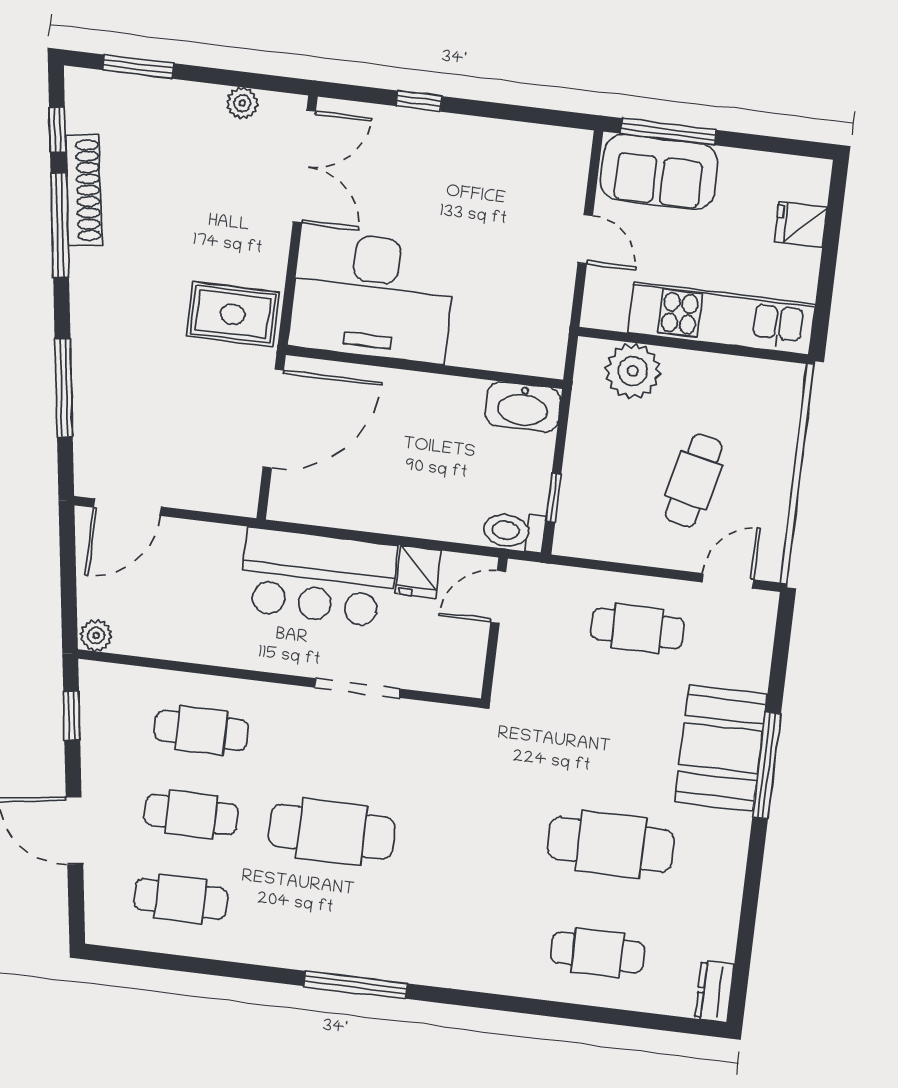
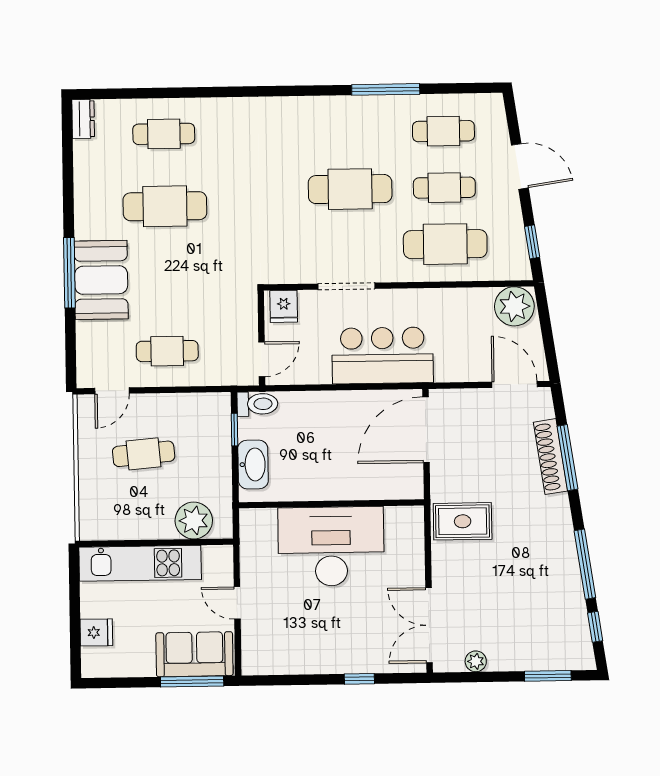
shoe rack: (84, 190) -> (550, 457), moved
desk: (373, 297) -> (331, 546), moved
washbasin: (523, 407) -> (253, 464), moved, turned 90
door: (273, 419) -> (426, 430), moved
cafe table: (694, 481) -> (144, 454), turned 72
door: (127, 507) -> (515, 384), hinge flipped
fridge: (418, 572) -> (284, 306), moved, turned 180
plant: (96, 635) -> (514, 306), width x1.88, depth x1.88
cafe table: (201, 730) -> (445, 244), width x1.37, depth x1.35
window: (355, 985) -> (386, 89), moved

